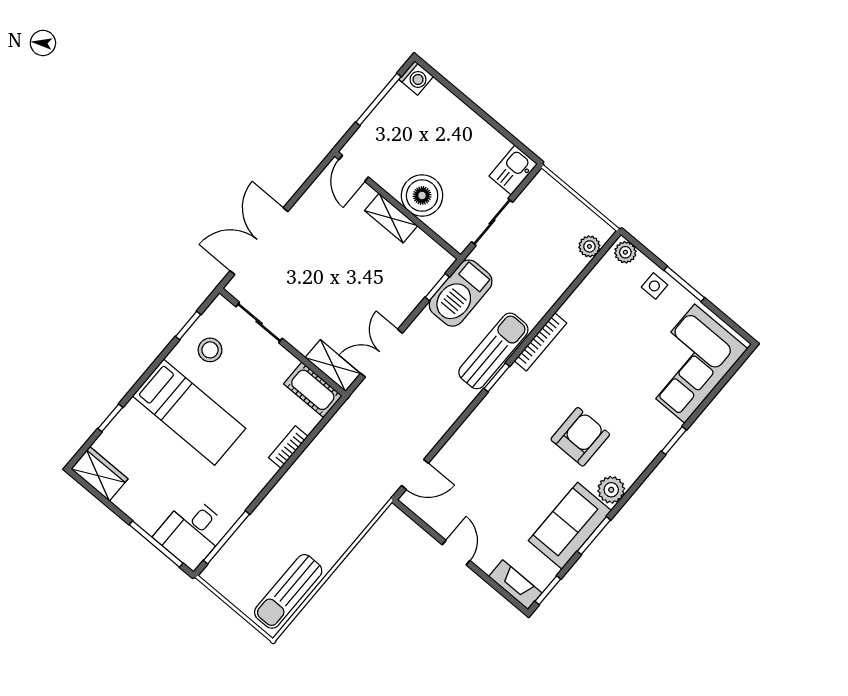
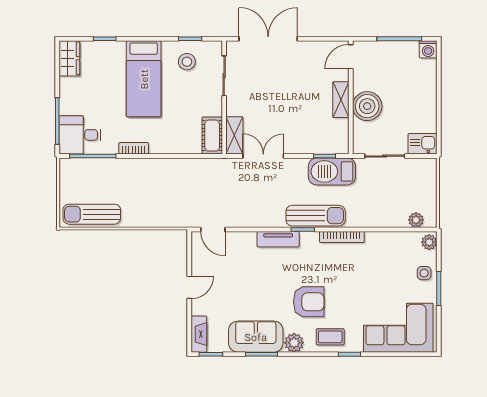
tv unit: (485, 413) -> (278, 239), added
coffee table: (638, 445) -> (330, 337), added
bookcase: (288, 447) -> (134, 148), moved

